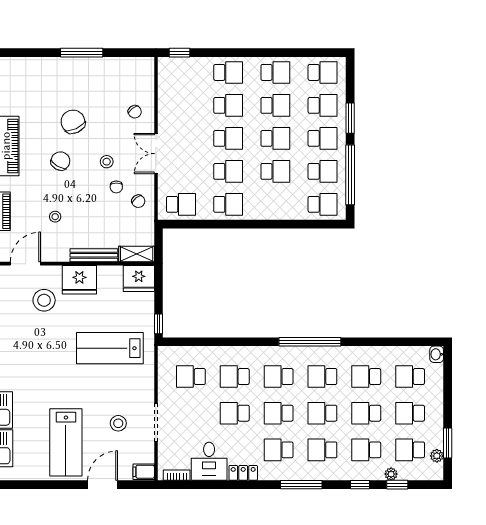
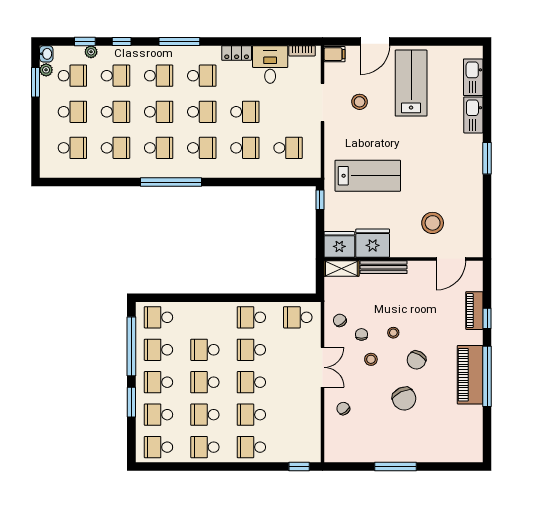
stool: (55, 217) -> (393, 333), moved
fridge: (79, 280) -> (373, 243), moved
washbasin: (437, 354) -> (46, 54), moved

